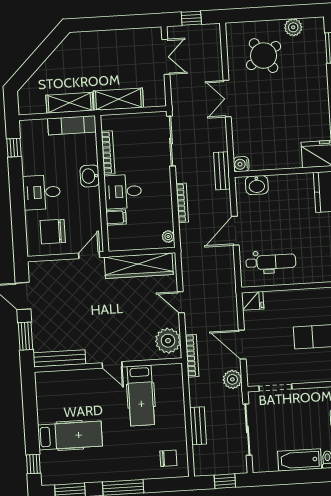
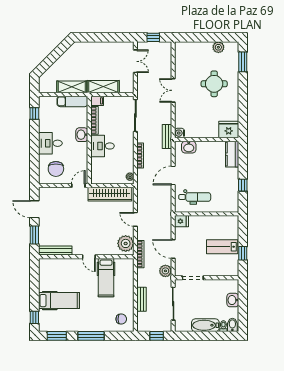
round table: (264, 56) -> (214, 84), moved, turned 34
filing cabinet: (116, 217) -> (97, 101), moved
chair: (53, 232) -> (56, 169), turned -90

